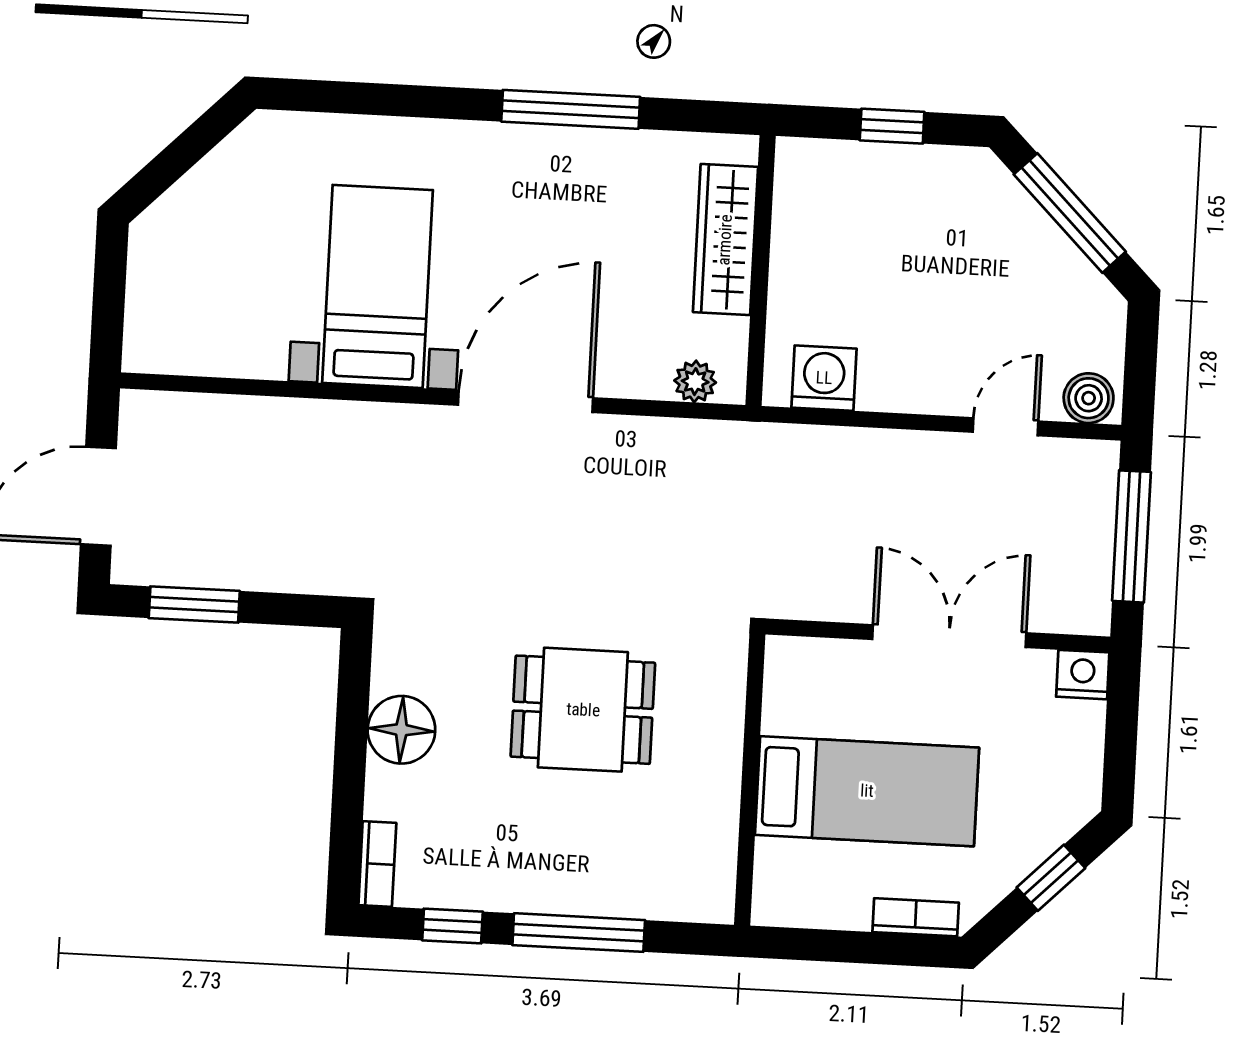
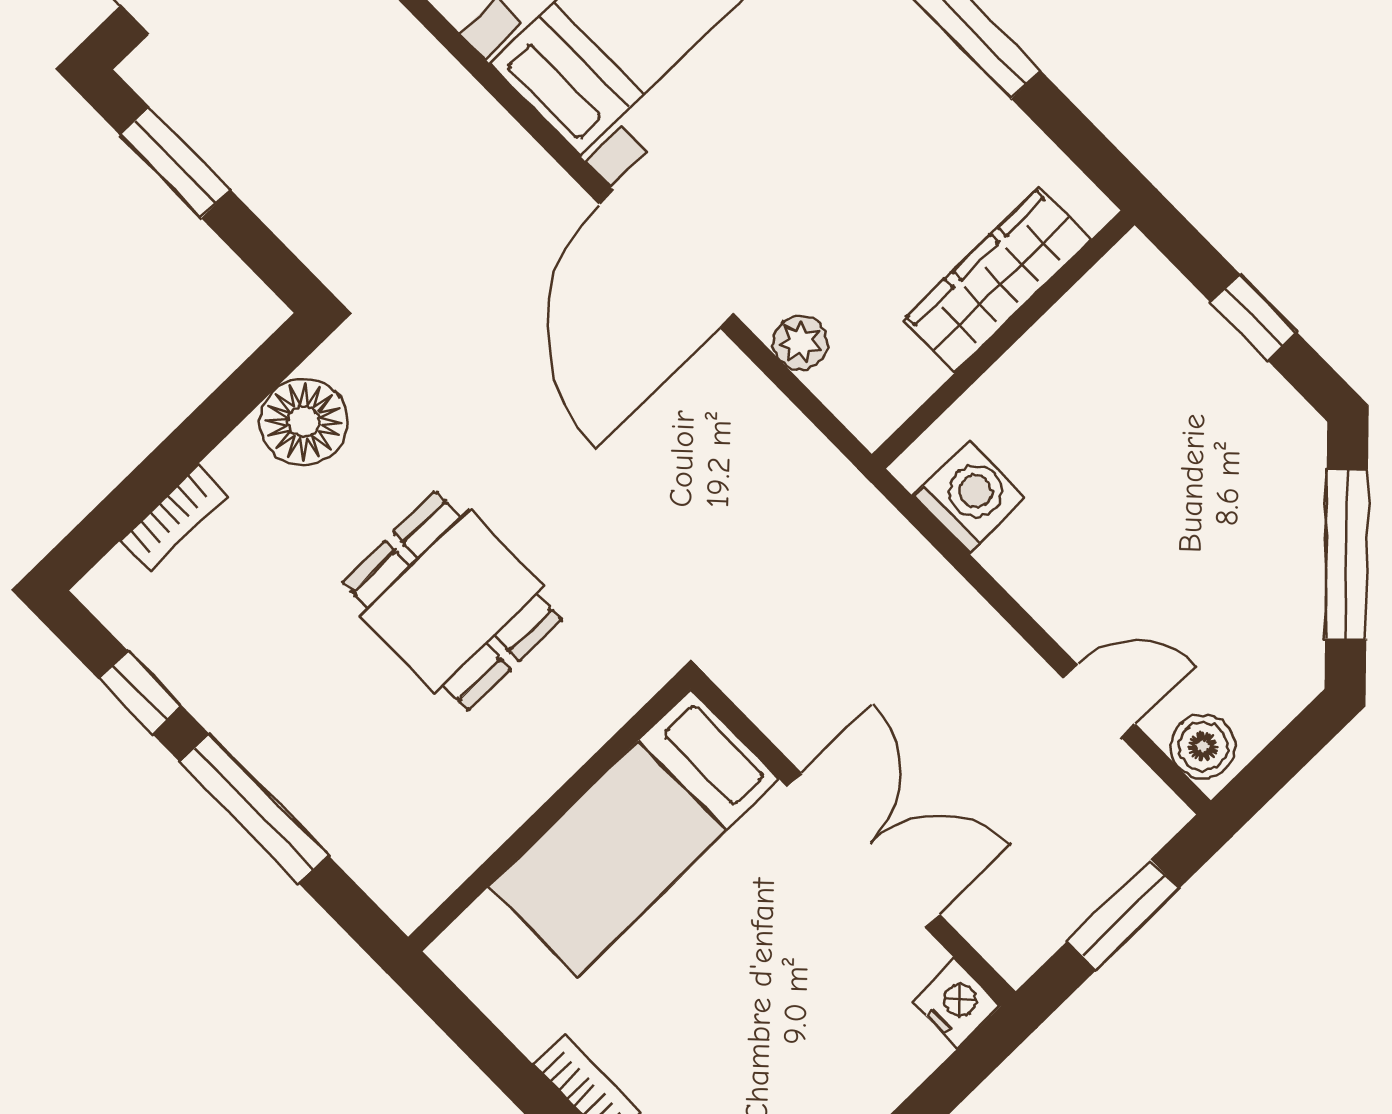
plant: (695, 382) -> (800, 343), moved
door: (526, 402) -> (666, 259), swing flipped
window: (1131, 536) -> (1123, 915), width x0.69
floor lamp: (401, 730) -> (304, 422), moved
bed: (867, 791) -> (634, 833), moved, turned 90
bookcase: (377, 864) -> (174, 518), moved

